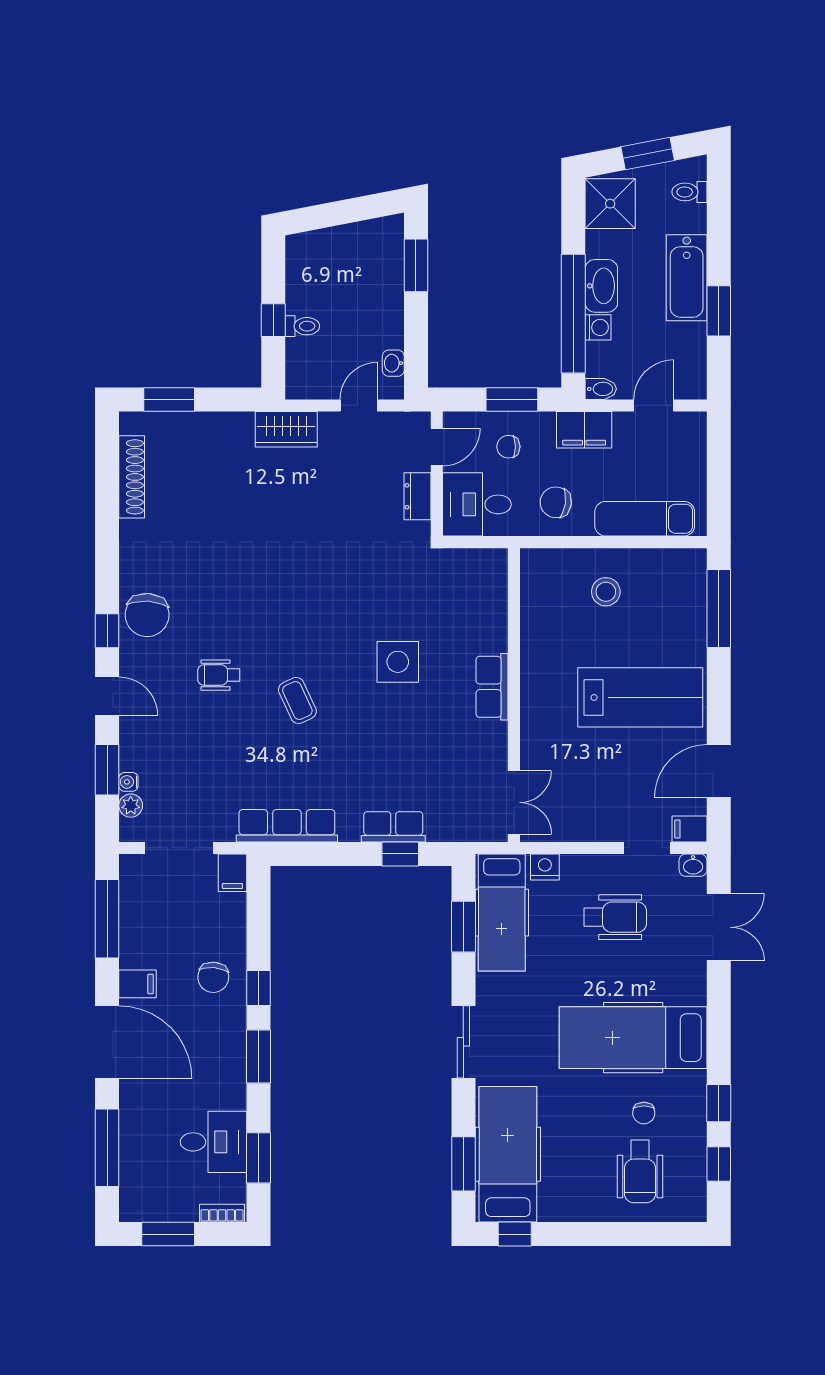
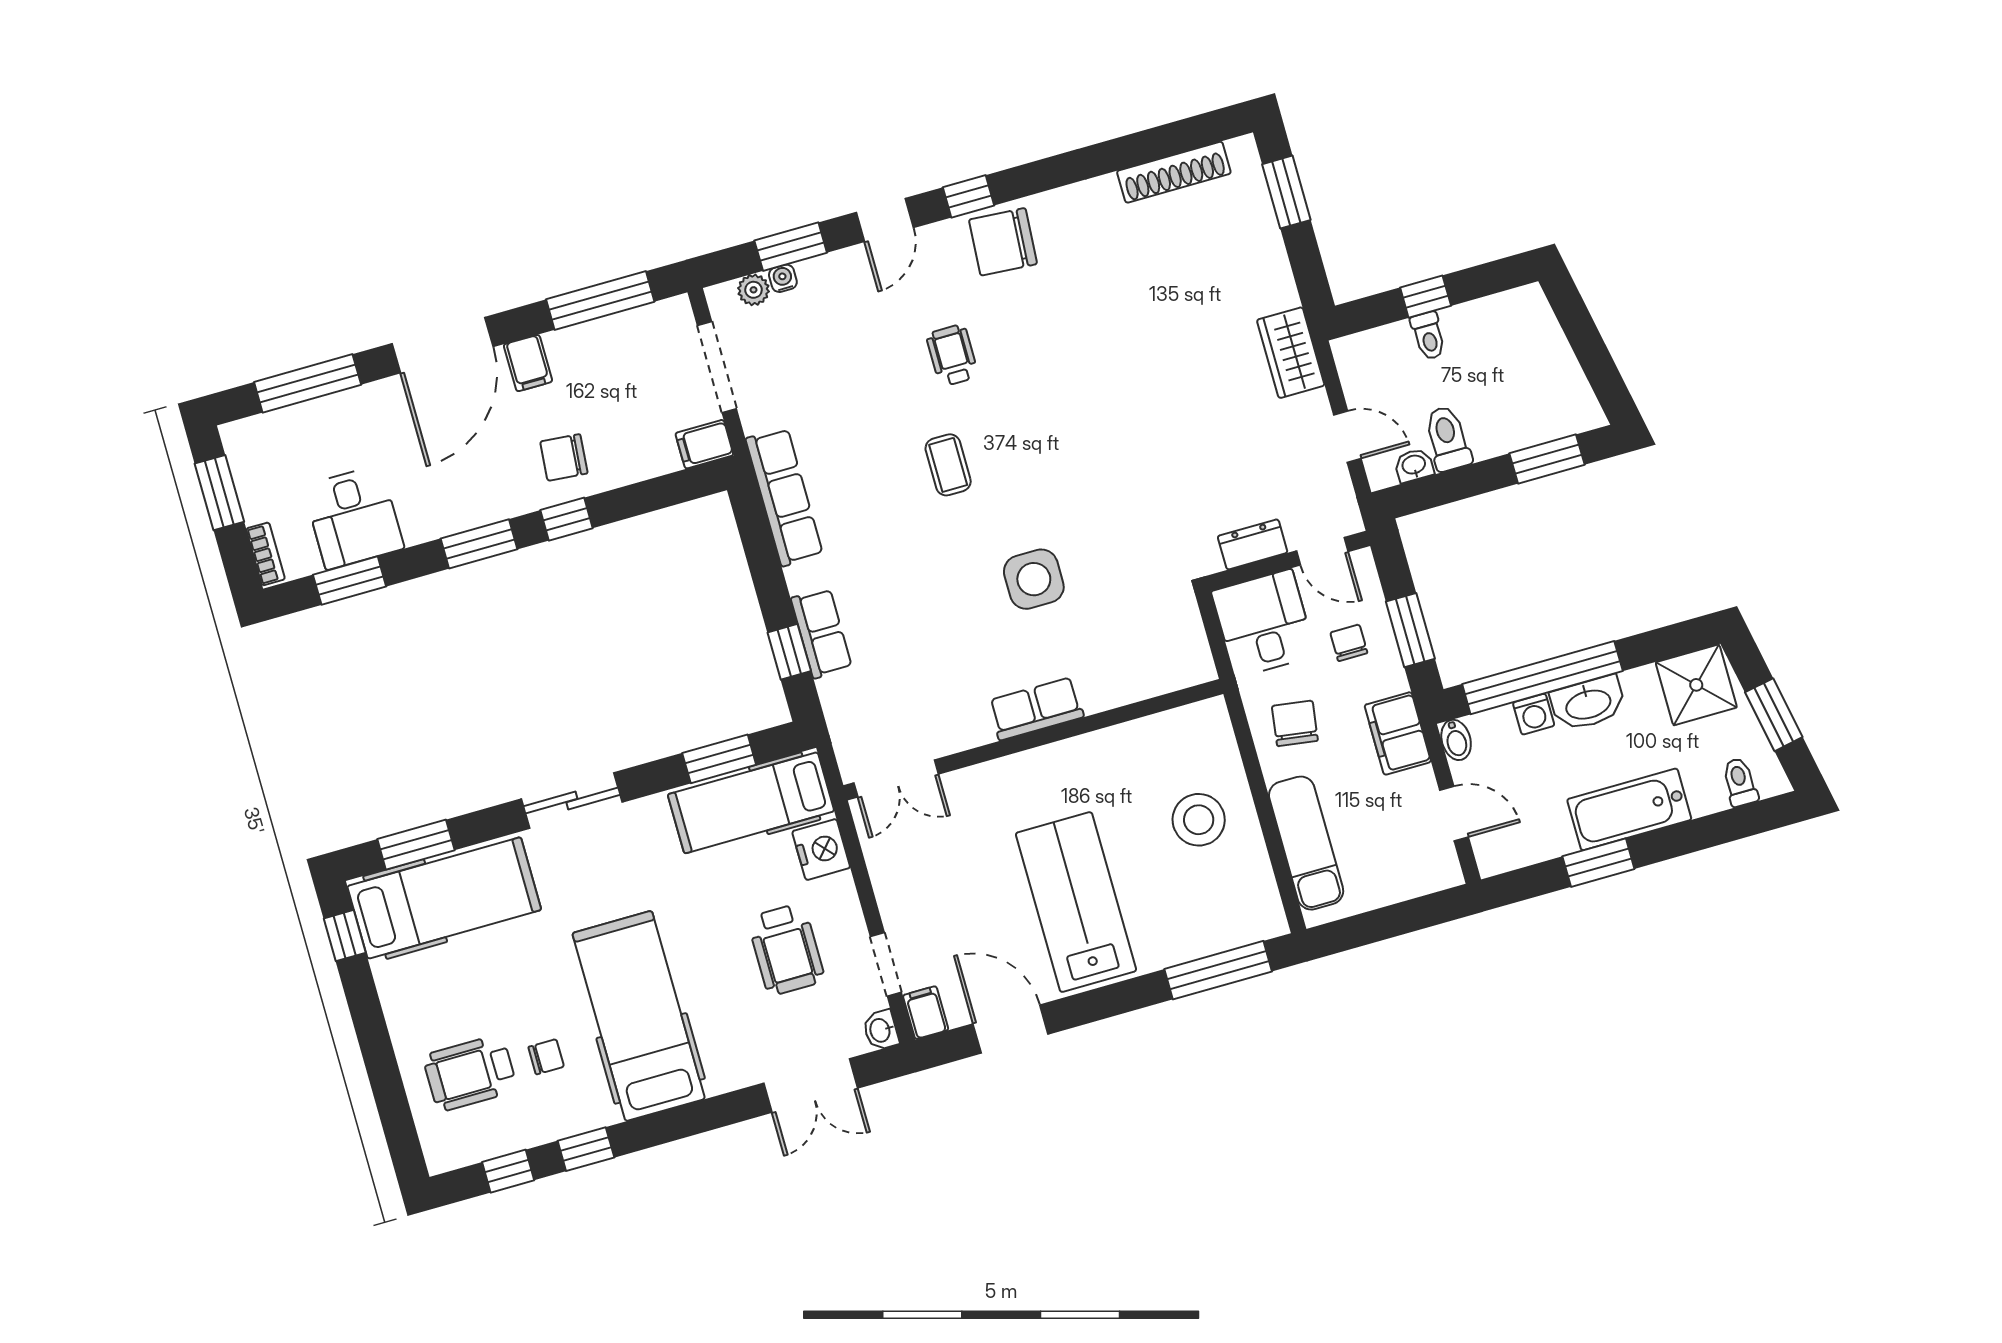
toilet: (381, 333) -> (1448, 439), added
stool: (606, 592) -> (1199, 820), width x1.38, depth x1.38
lab bench: (640, 697) -> (1076, 902), turned 180
coffee table: (297, 701) -> (948, 465), turned -65
nightstand: (545, 867) -> (821, 850), width x1.36, depth x1.33
chair: (644, 1113) -> (546, 1057), turned 180

